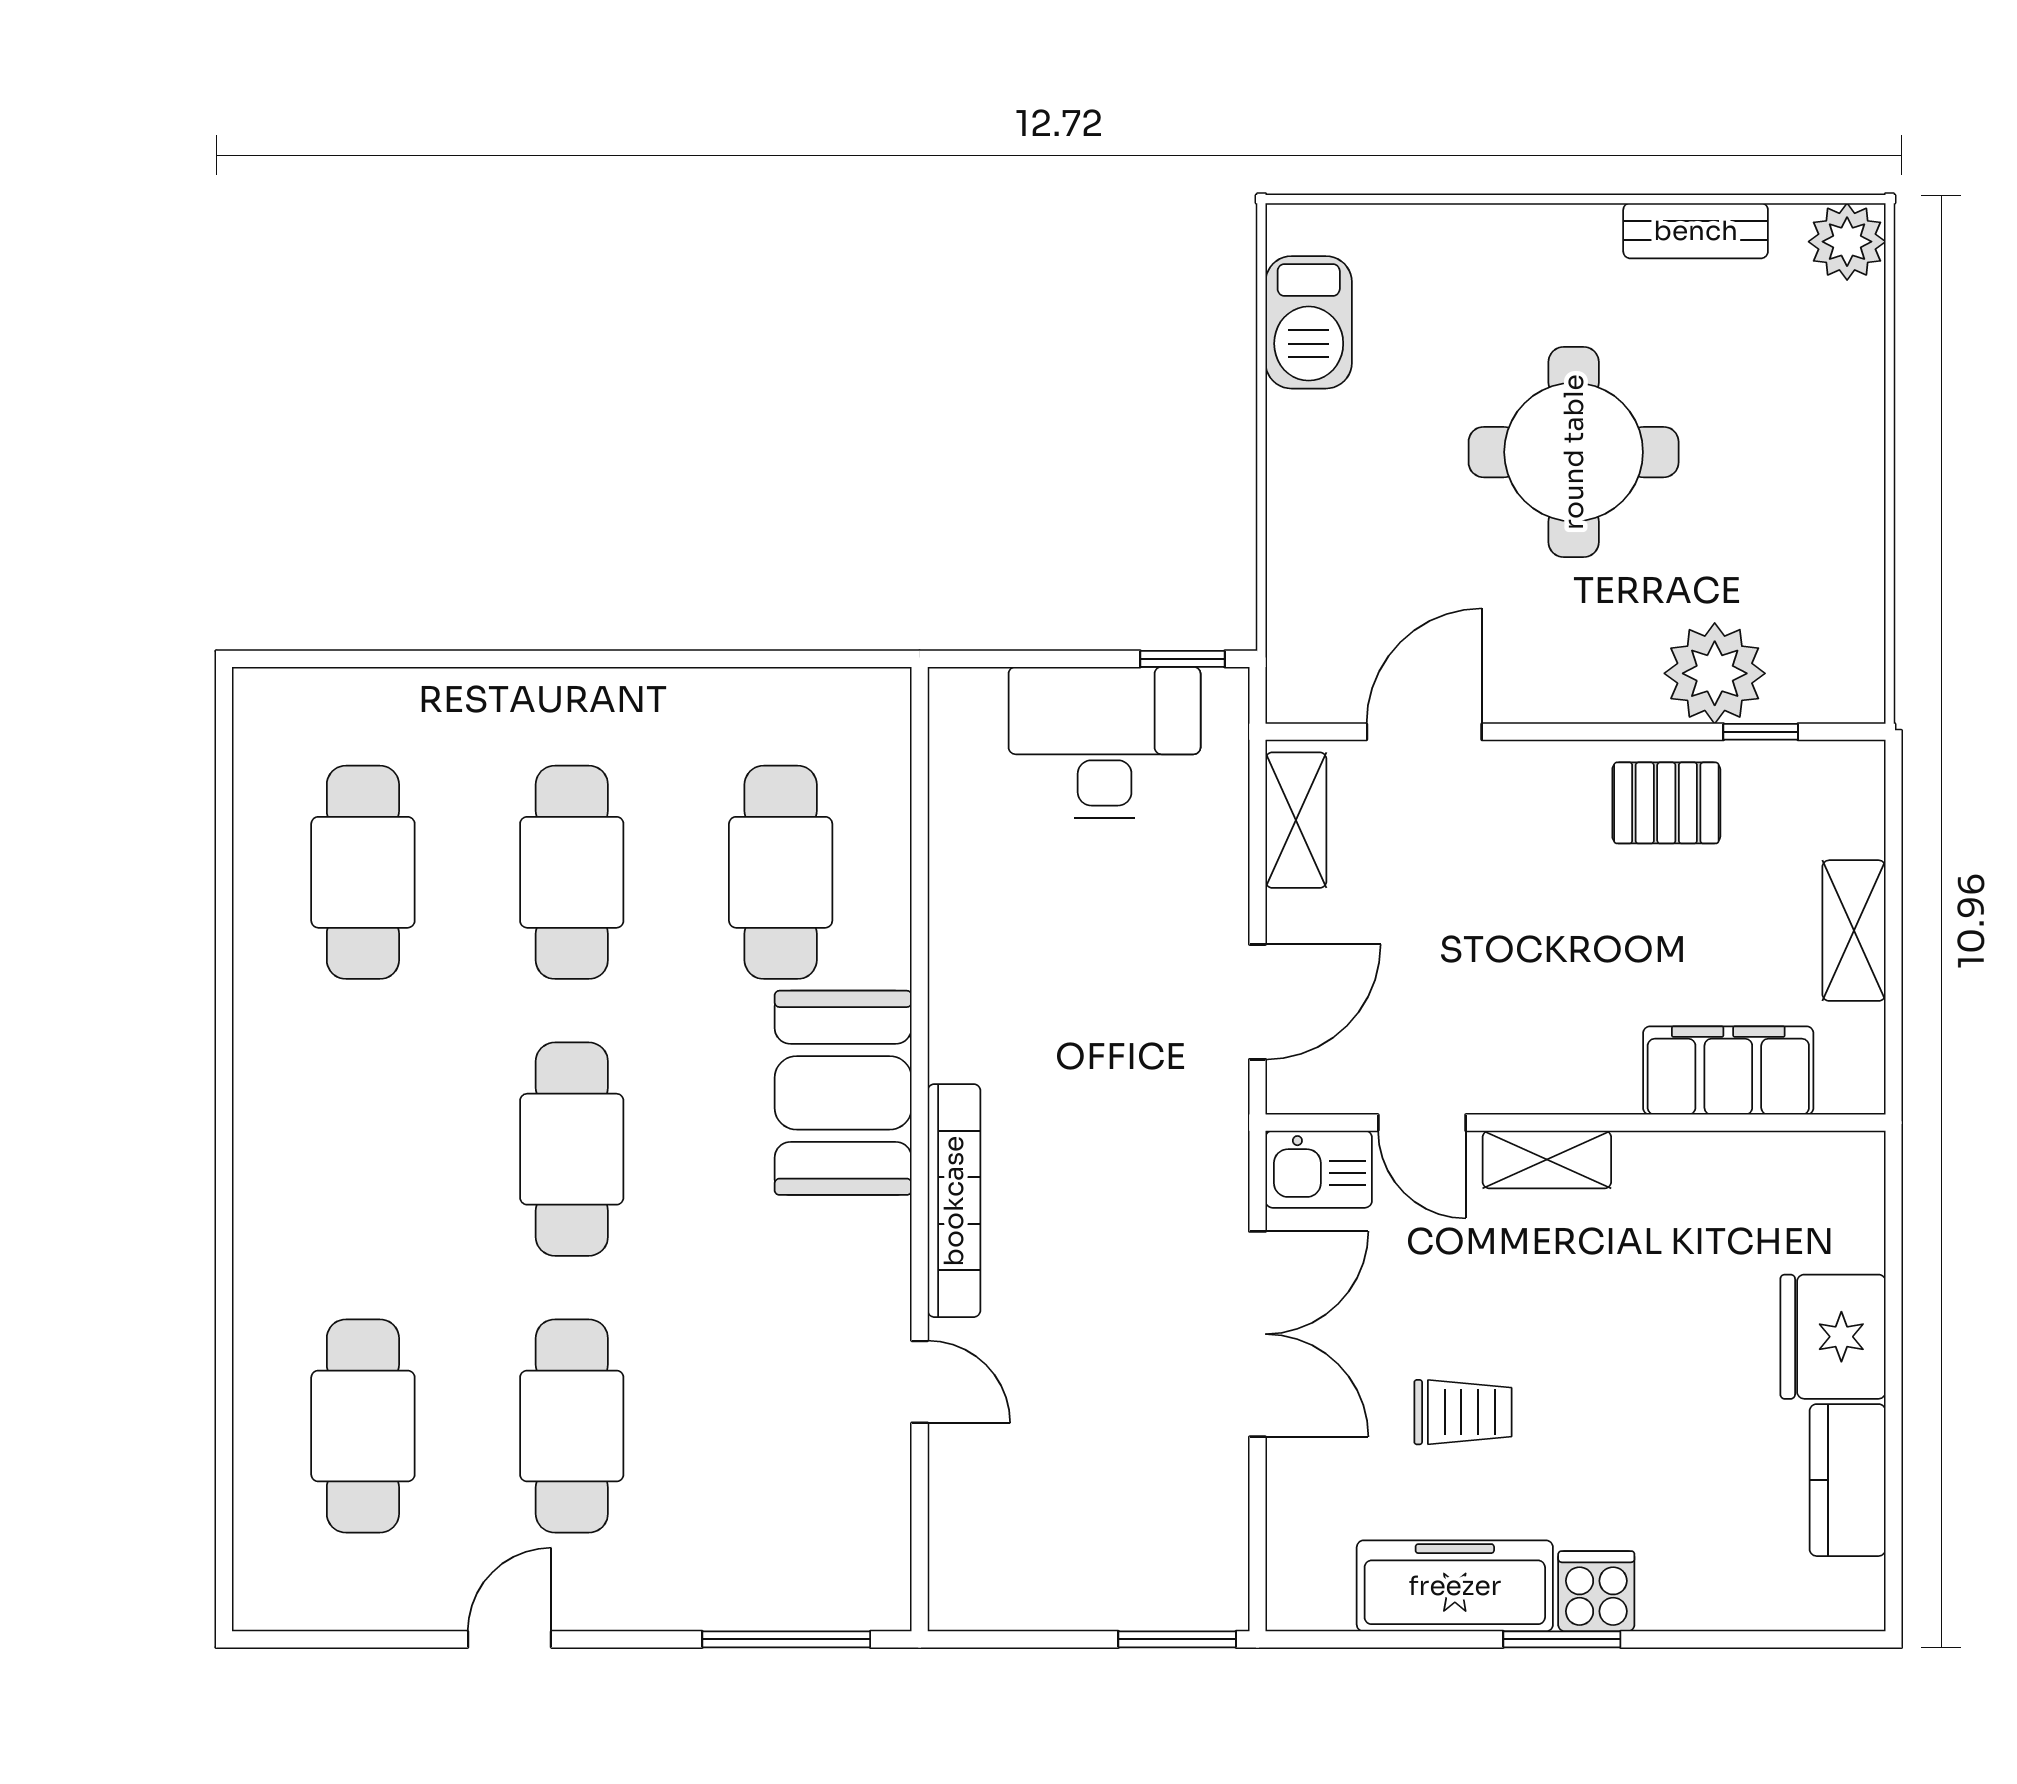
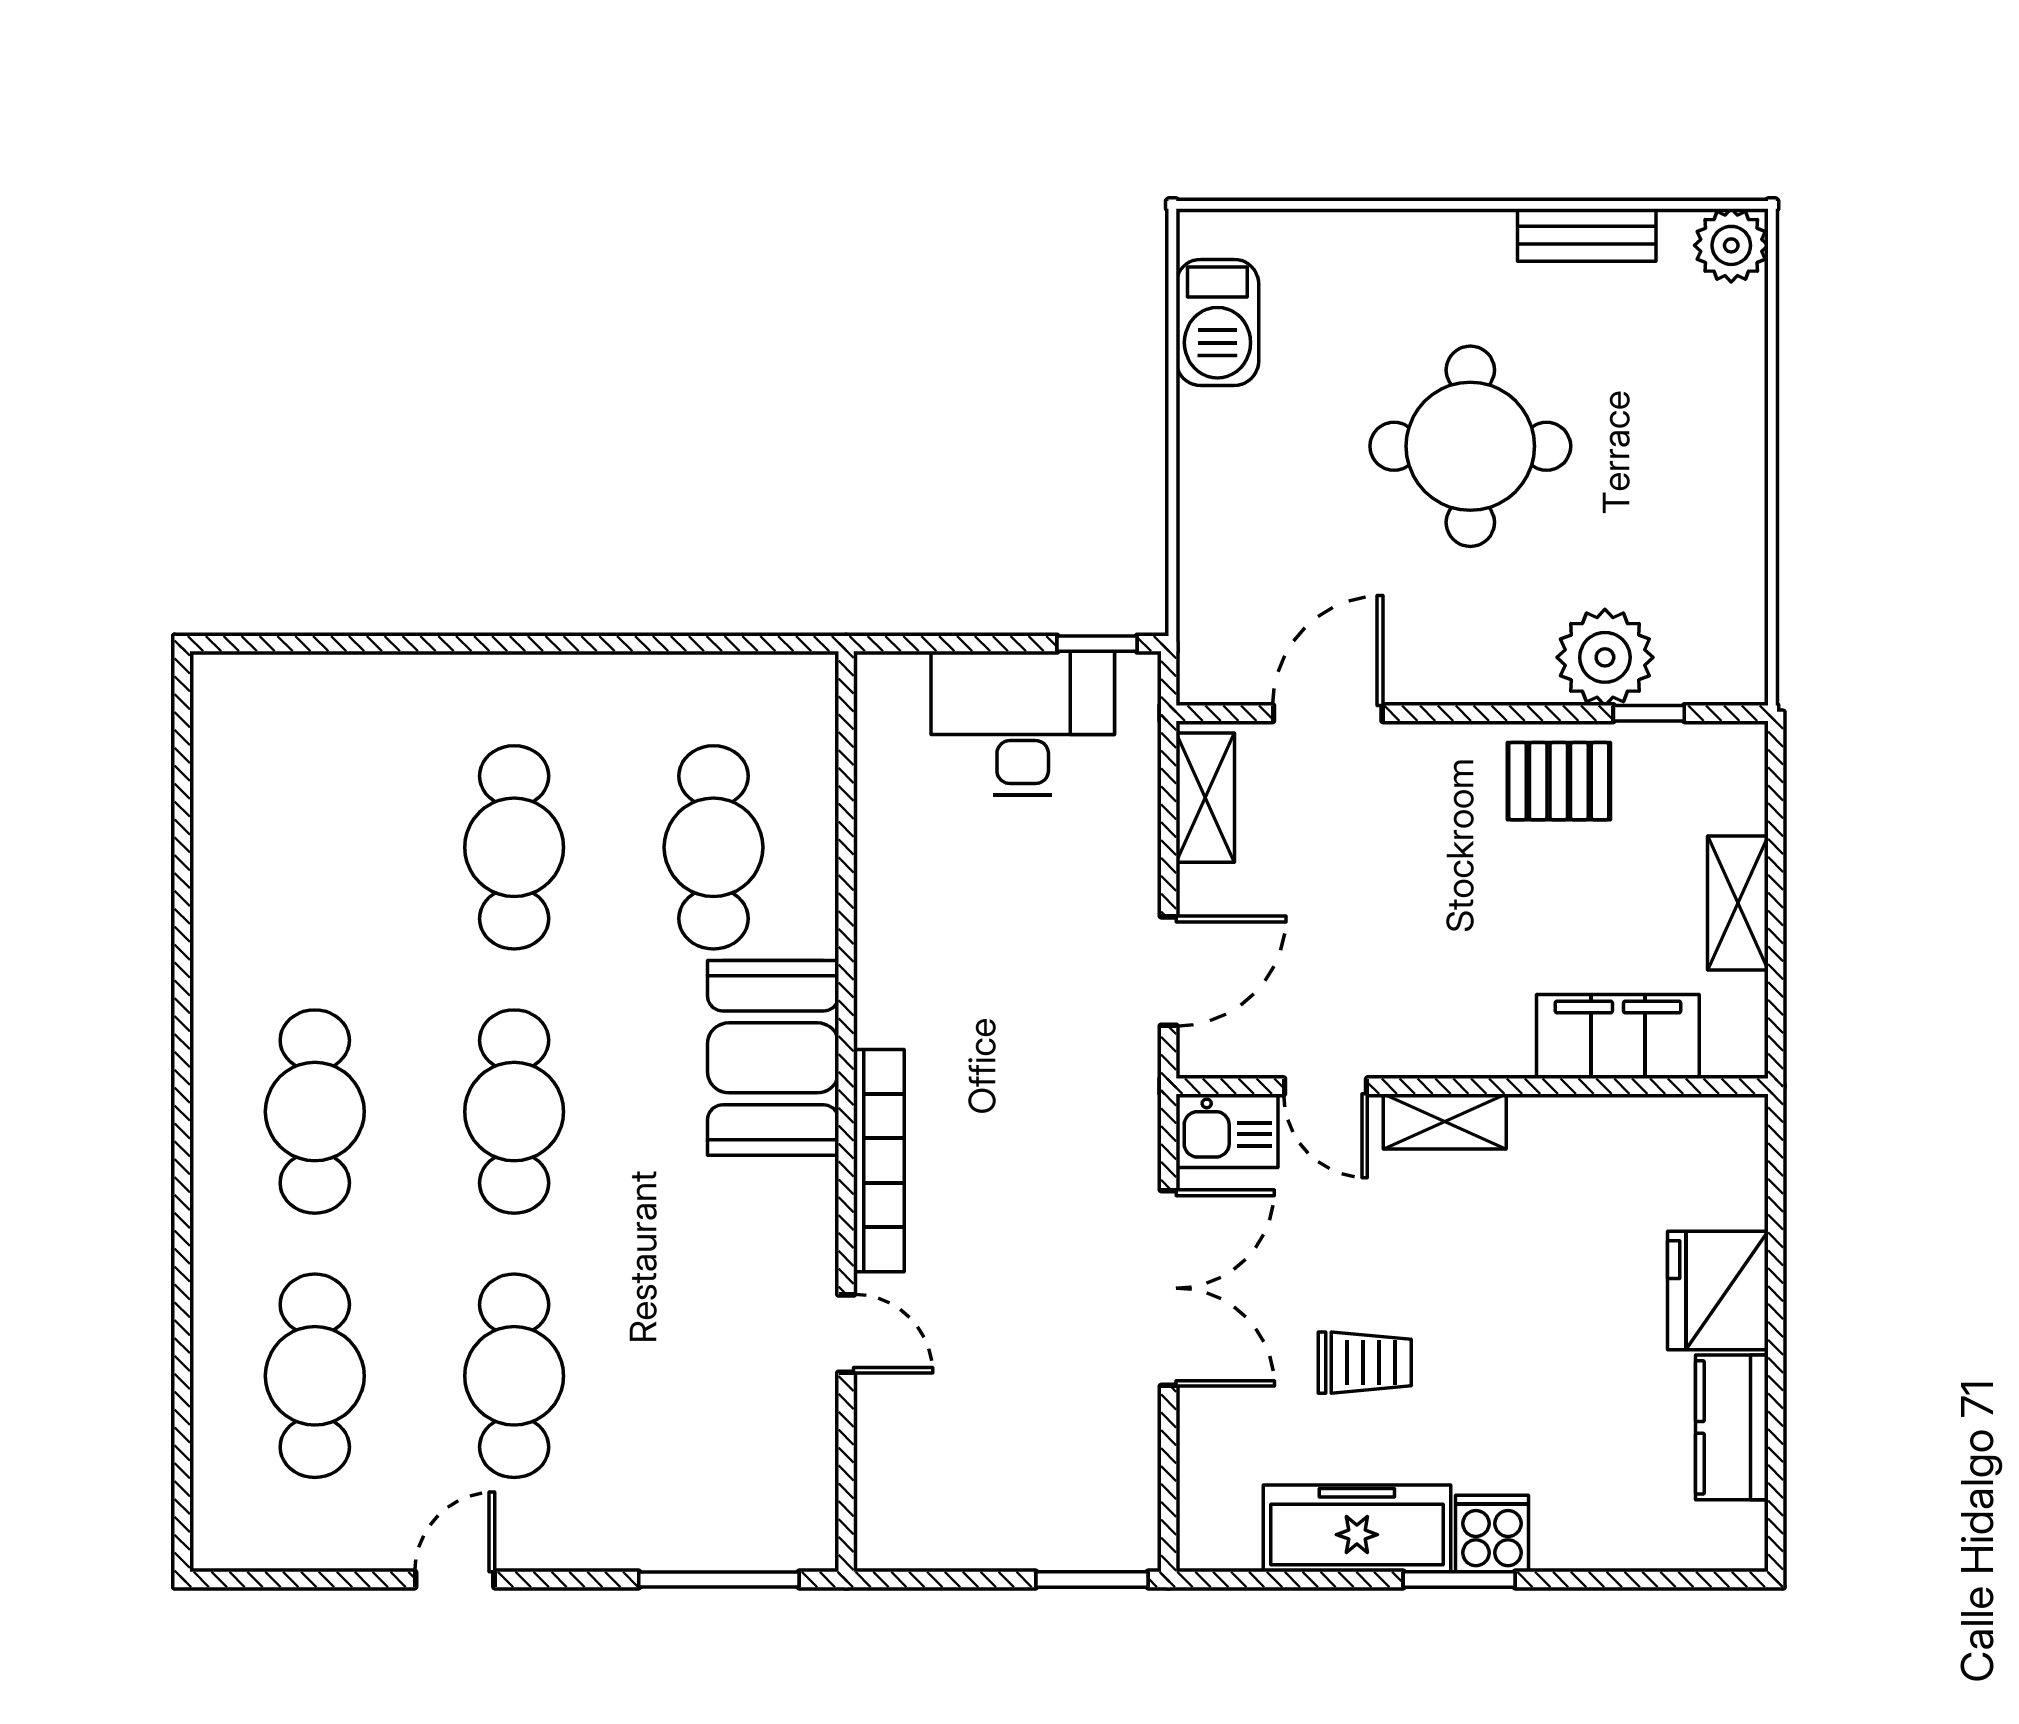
cafe table: (363, 872) -> (315, 1112), moved

